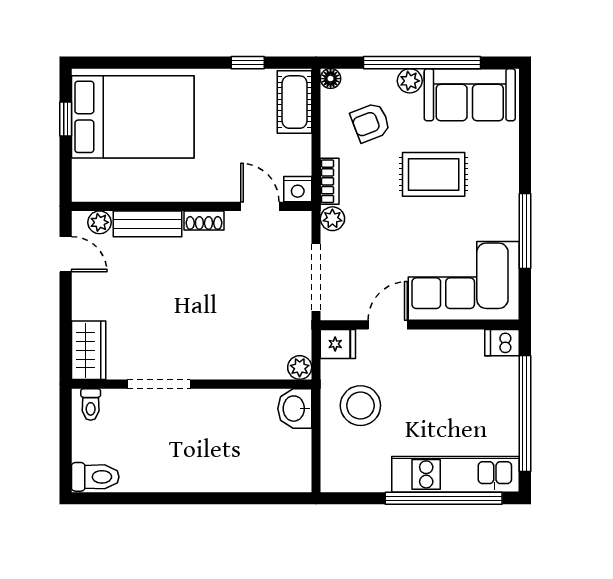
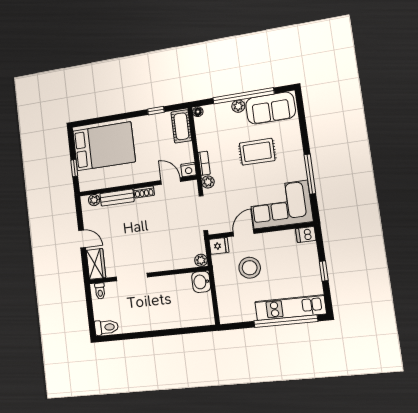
window: (66, 119) -> (74, 168), moved
armchair: (370, 122) -> (221, 130), removed
door: (66, 254) -> (82, 239), moved
stool: (360, 406) -> (250, 268), moved
window: (525, 413) -> (324, 271), width x0.32

